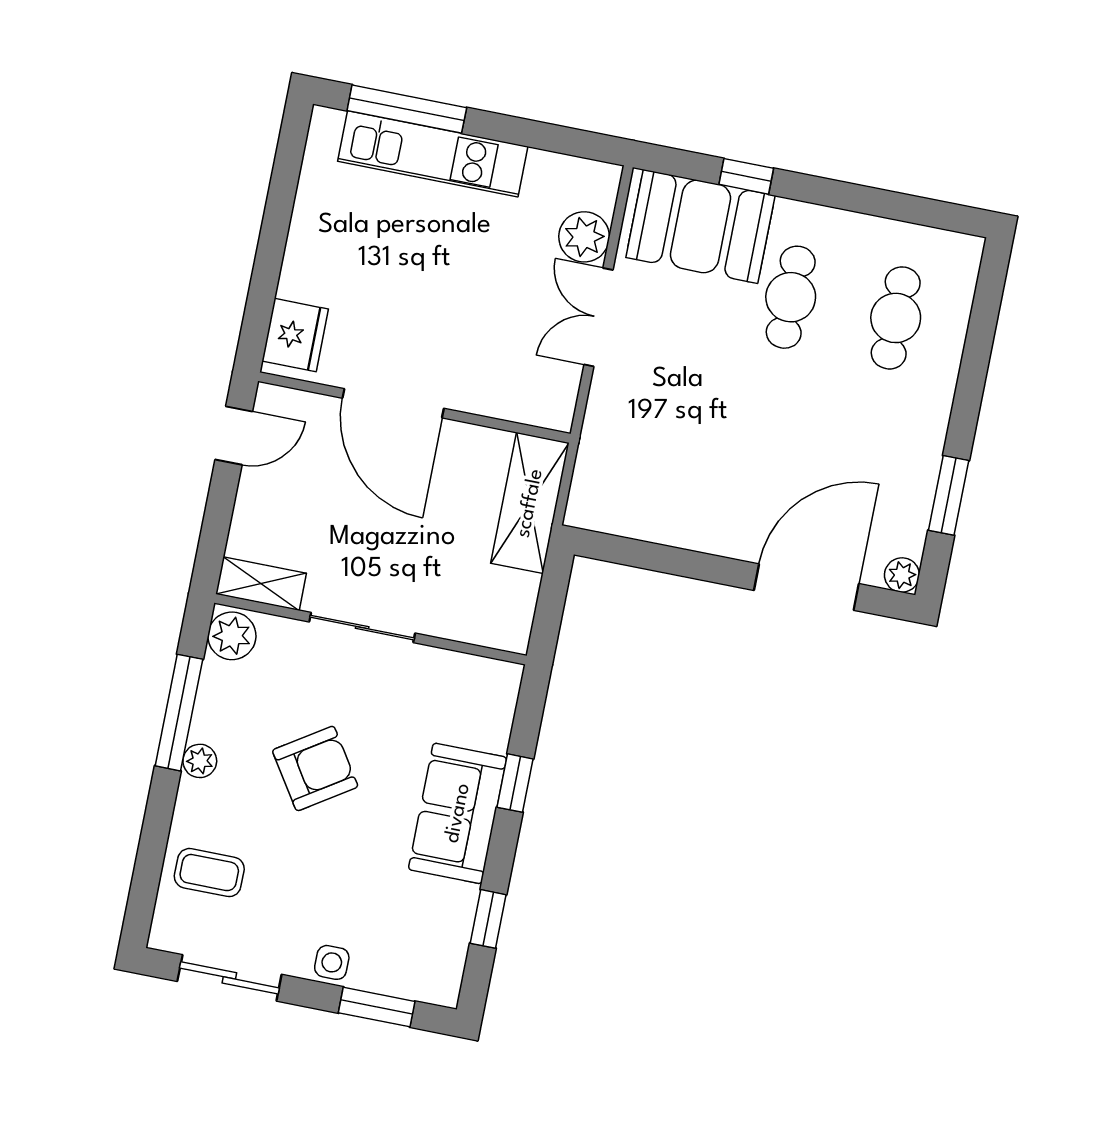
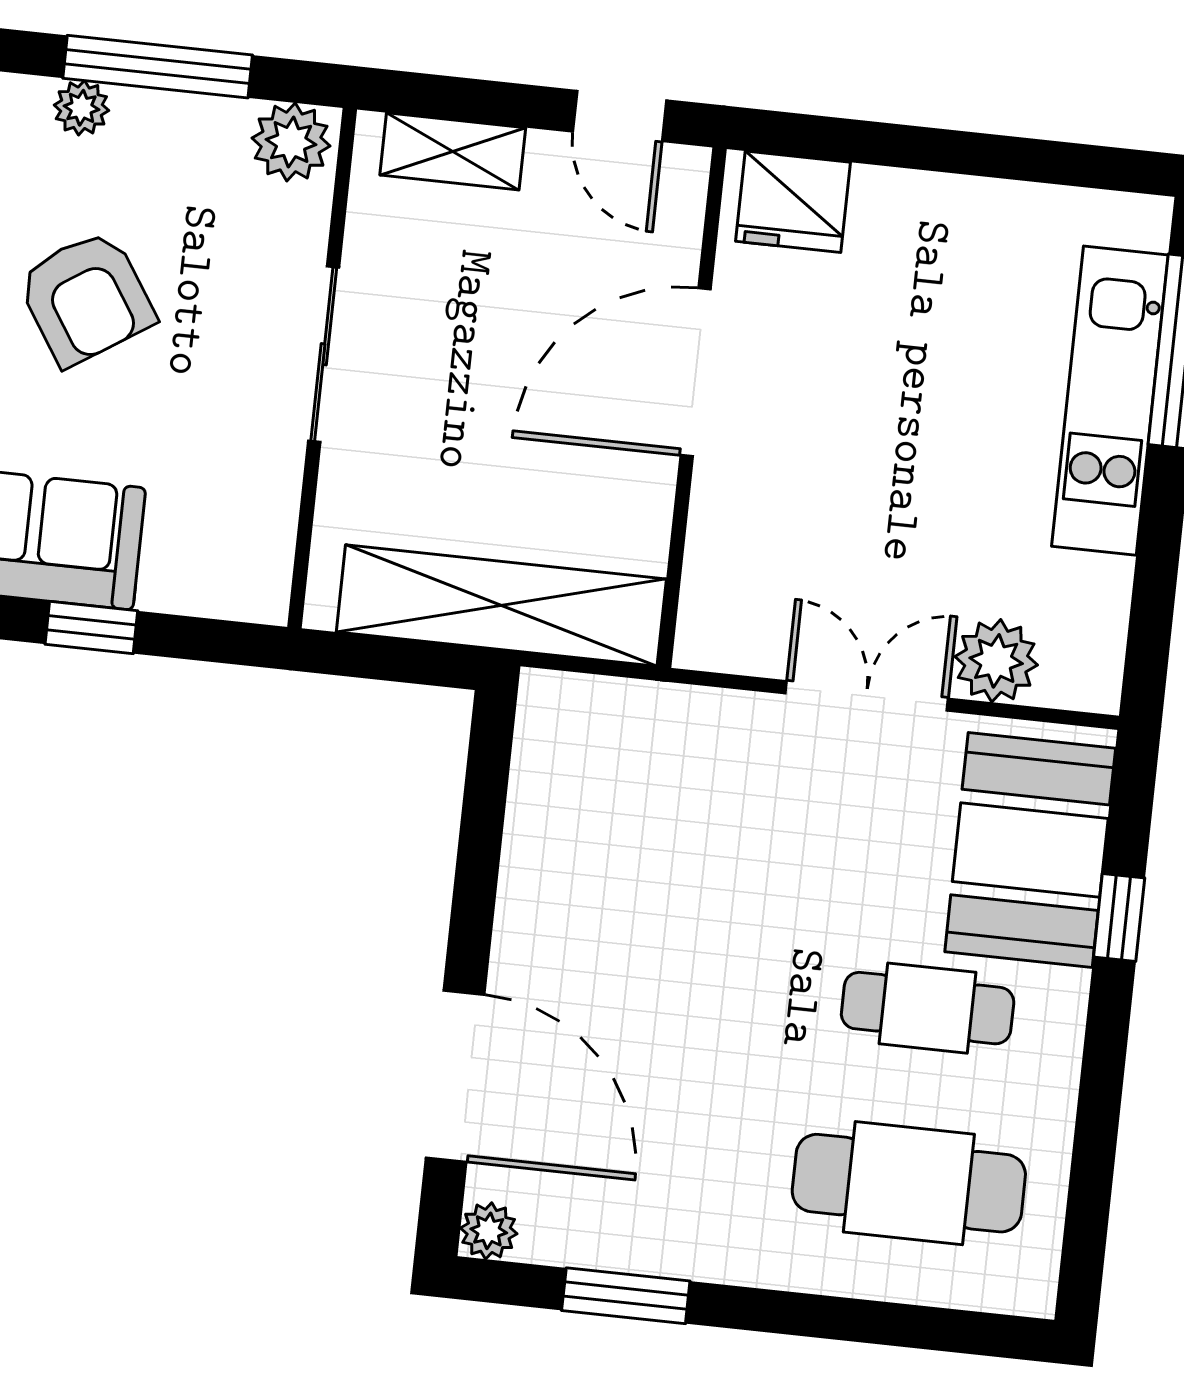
cafe table: (896, 318) -> (909, 1183), width x1.37, depth x1.35
shelving: (530, 503) -> (501, 606), width x1.47
shelving: (261, 584) -> (453, 151), moved, turned 90

